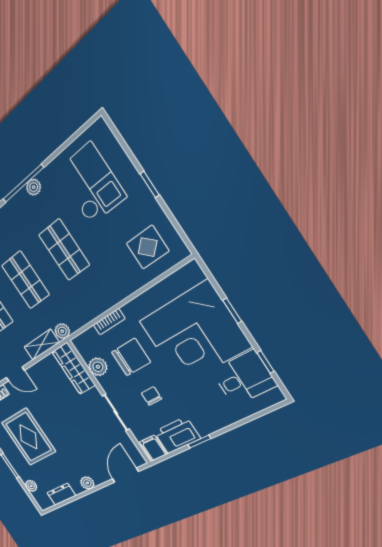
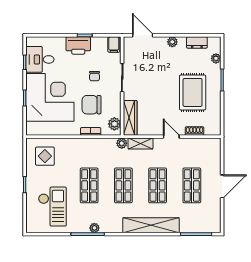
checkout: (91, 184) -> (52, 207), turned 180
plant: (34, 187) -> (94, 228), moved
plant: (98, 367) -> (114, 124), moved
printer: (177, 435) -> (78, 46), moved
door: (125, 475) -> (143, 35), swing flipped

